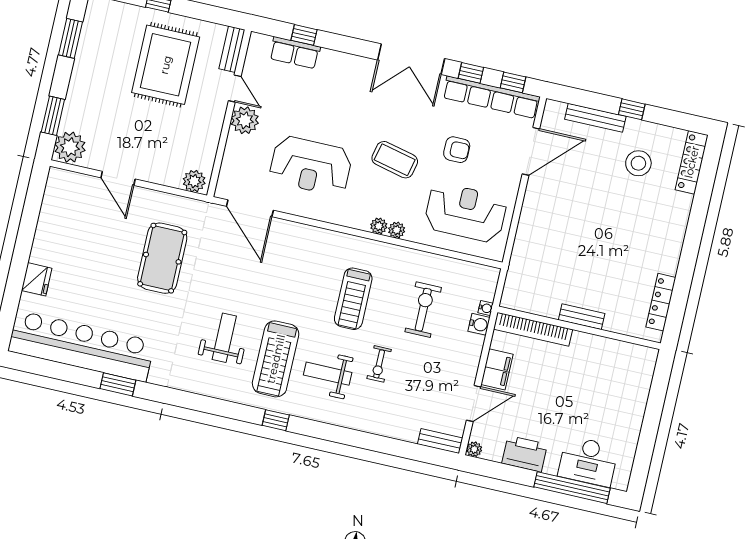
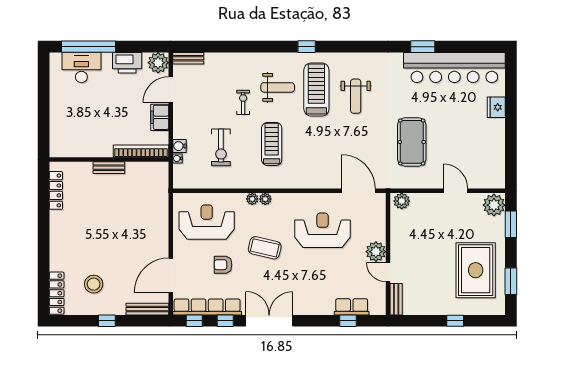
rug: (166, 65) -> (476, 270), moved
bench: (595, 118) -> (147, 309), moved
reception desk: (466, 213) -> (207, 222), turned 180
plant: (474, 449) -> (158, 63), width x1.88, depth x1.88

